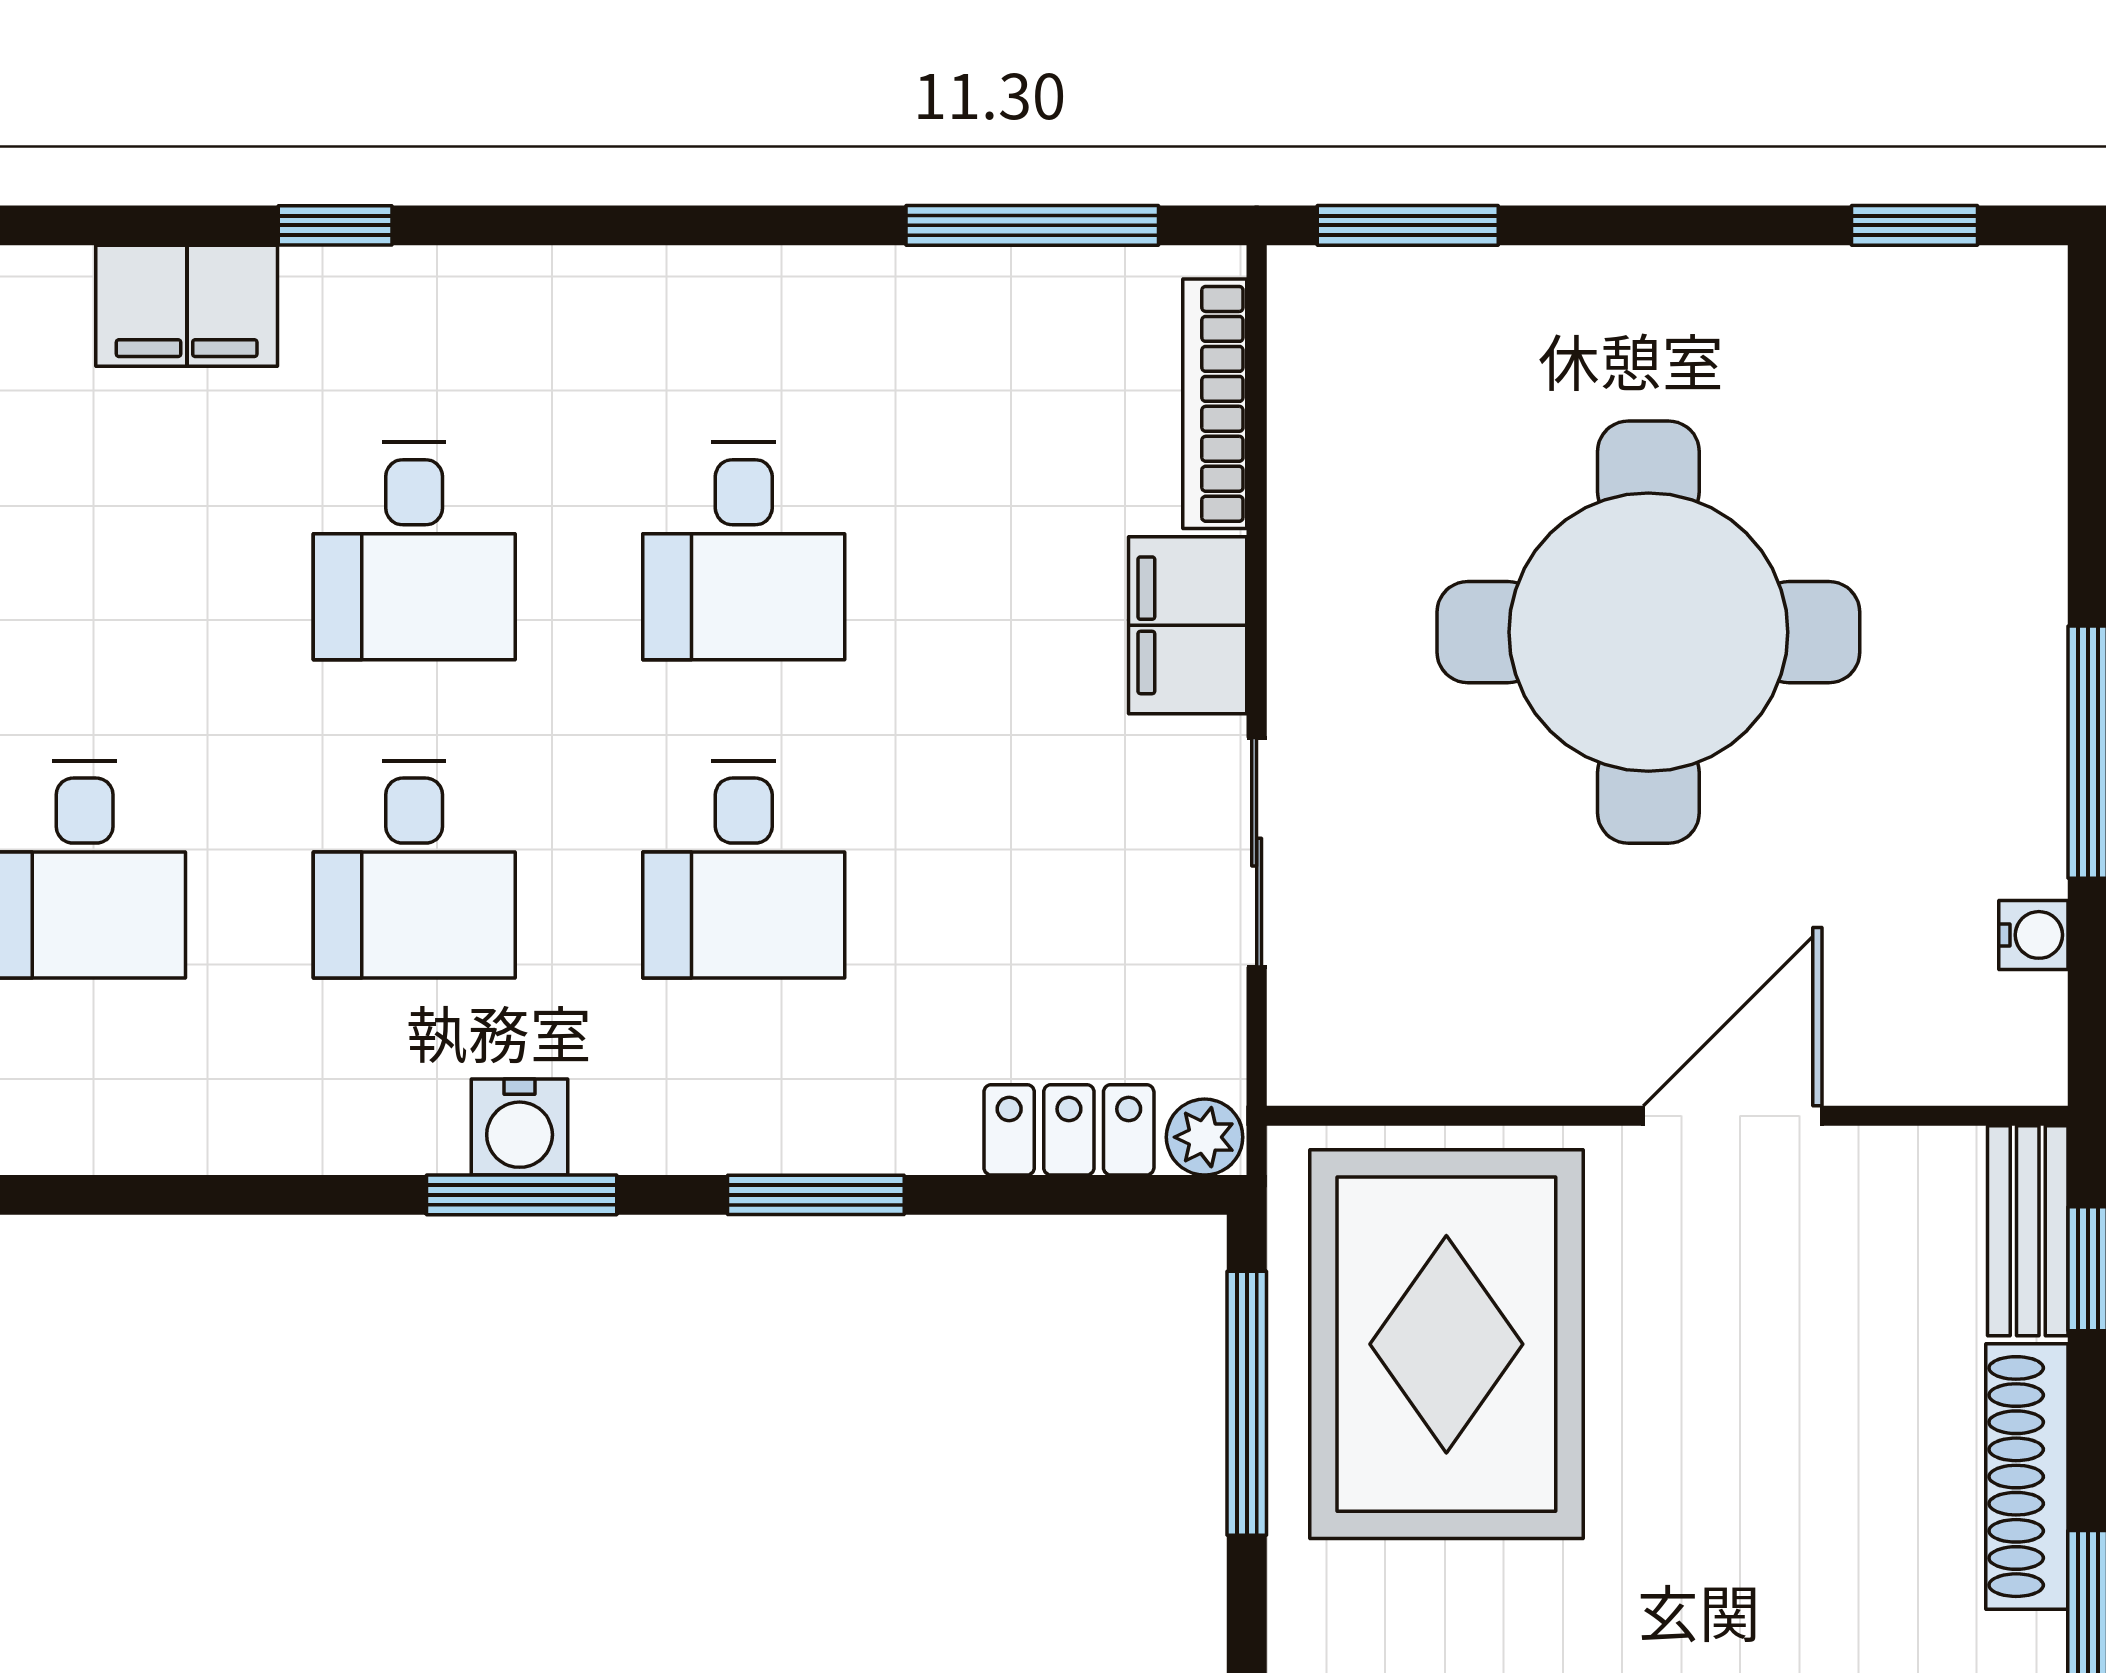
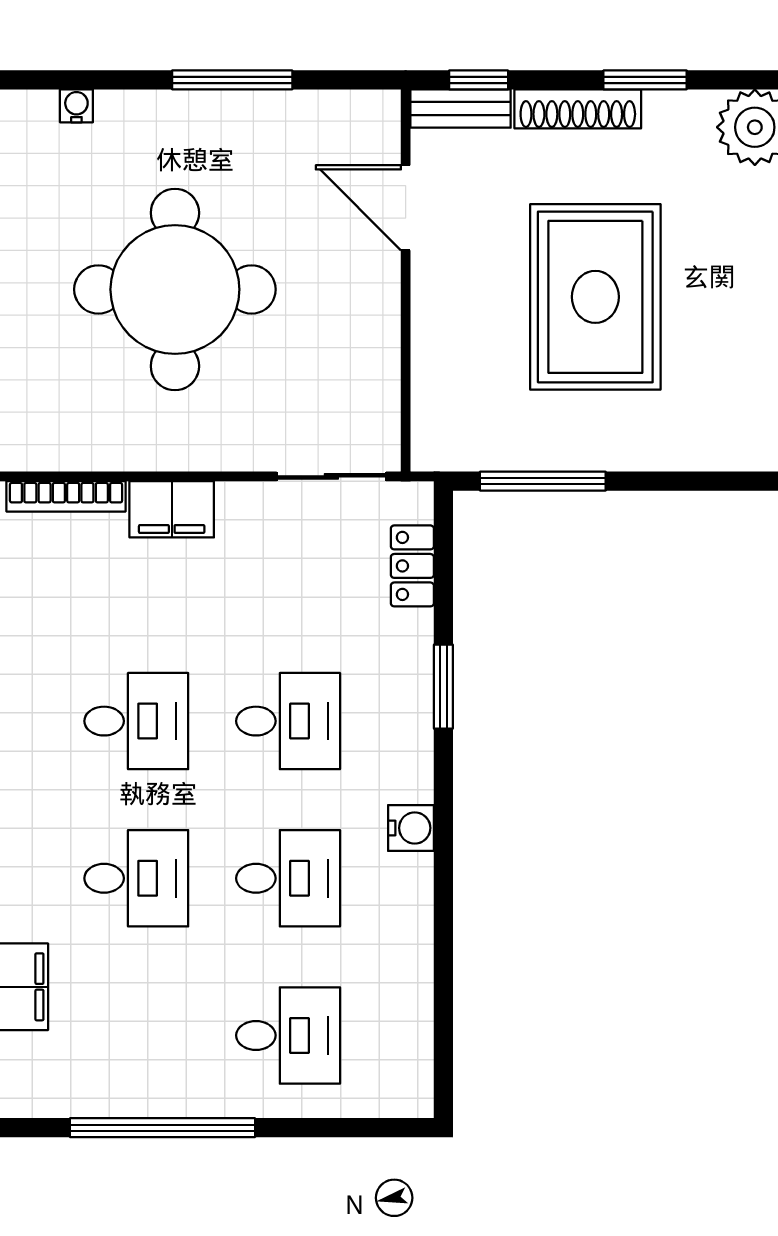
sliding door: (1257, 852) -> (331, 476), moved
water cooler: (2033, 935) -> (76, 106), moved
door: (1733, 1116) -> (406, 208), moved
plant: (1205, 1137) -> (416, 501), removed
window: (522, 1195) -> (443, 827), removed
rug: (1446, 1344) -> (595, 297), moved, turned 90

